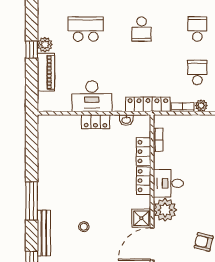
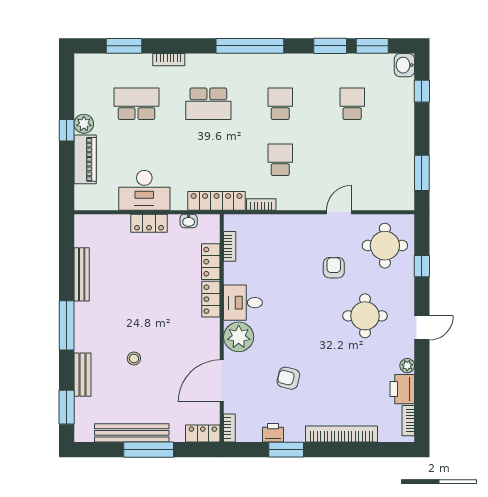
school desk: (142, 29) -> (208, 104), width x1.85
plant: (201, 106) -> (285, 202), removed
bench: (43, 161) -> (82, 274), added
shower: (141, 218) -> (208, 348), removed
bench: (44, 233) -> (82, 375), width x0.73

